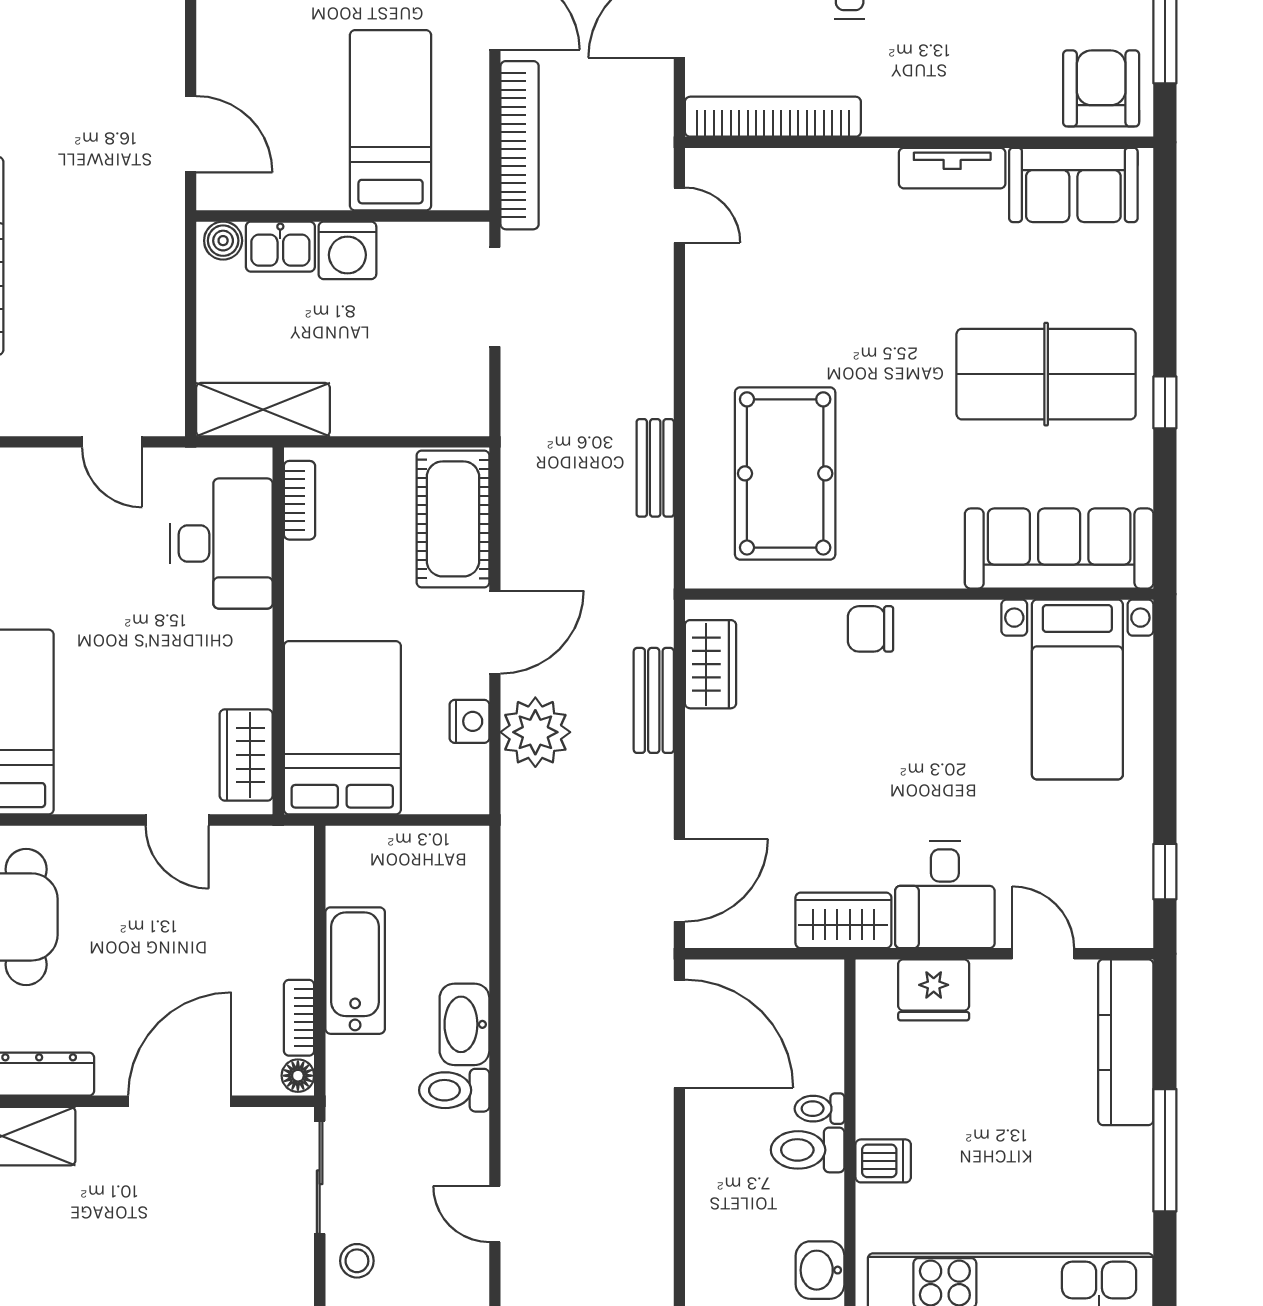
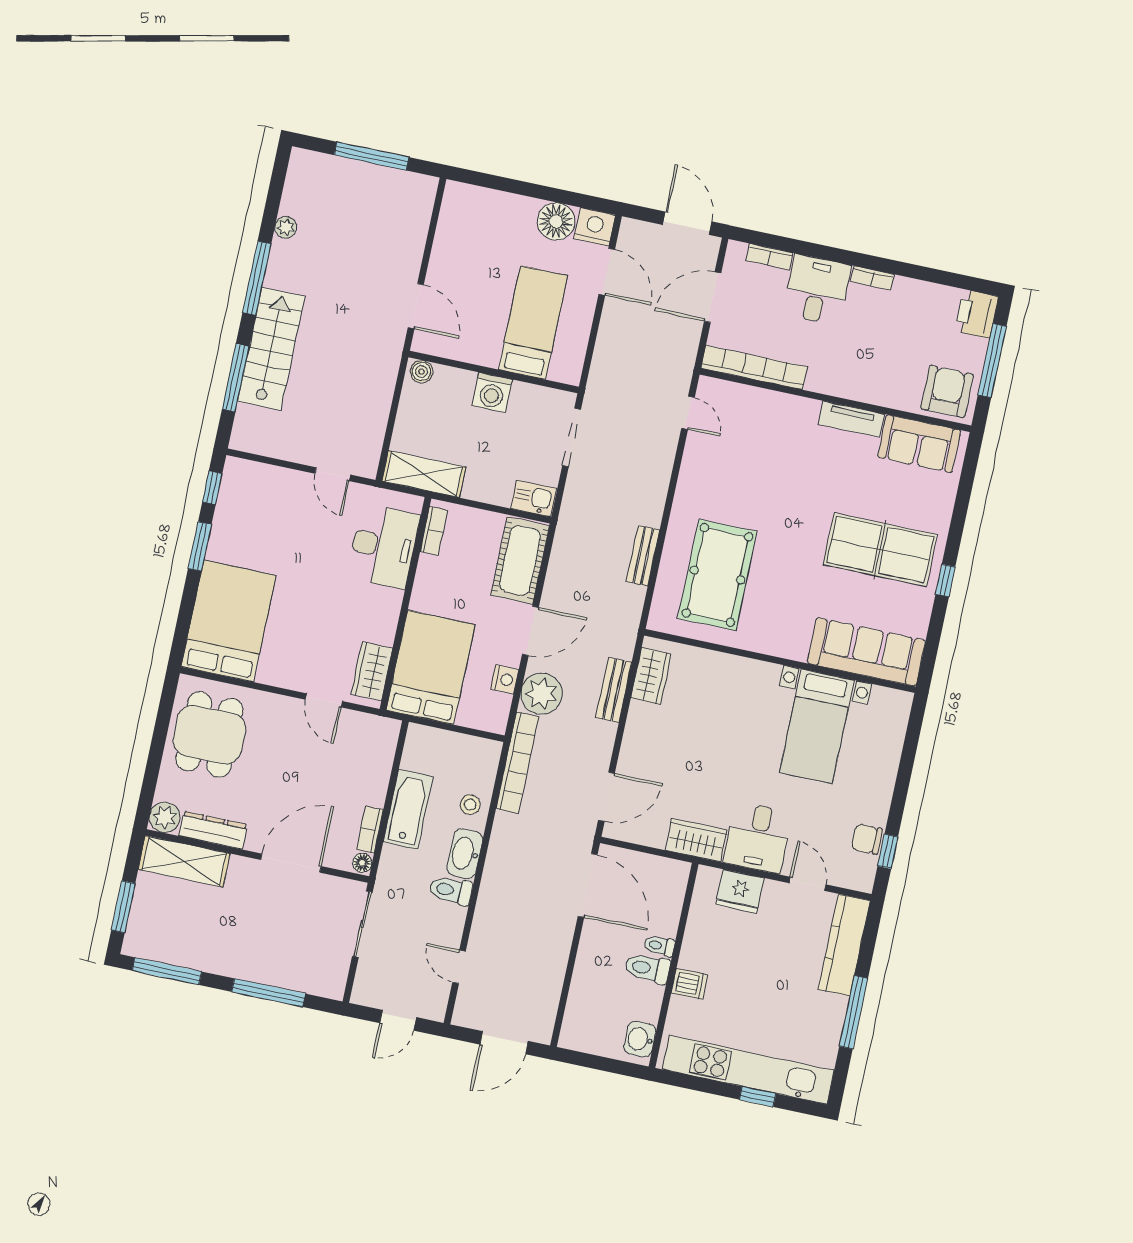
bookcase: (520, 145) -> (517, 763), moved
kitchen sink: (280, 247) -> (533, 498), moved, turned 180
chair: (870, 629) -> (867, 839), moved
bed with nightstands: (1077, 690) -> (817, 726), moved
stool: (357, 1261) -> (470, 805), moved

